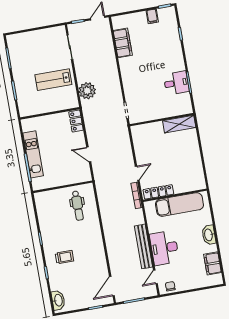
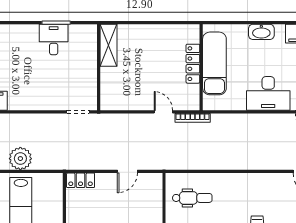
plant: (87, 91) -> (20, 159), moved
locker: (158, 192) -> (193, 64), moved
bench: (143, 246) -> (261, 121), removed

